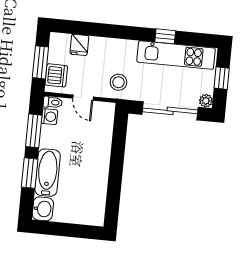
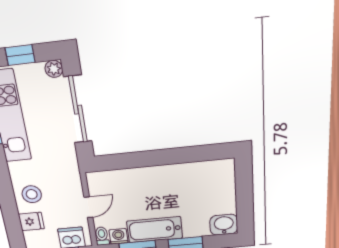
stool: (118, 82) -> (32, 194), moved
bathtub: (48, 173) -> (155, 230), moved

